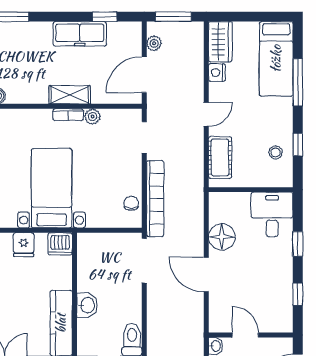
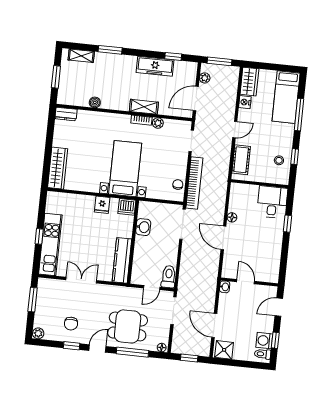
floor lamp: (222, 237) -> (232, 217), width x0.53, depth x0.53
window: (298, 294) -> (284, 258), removed
washbasin: (87, 305) -> (143, 227), moved

